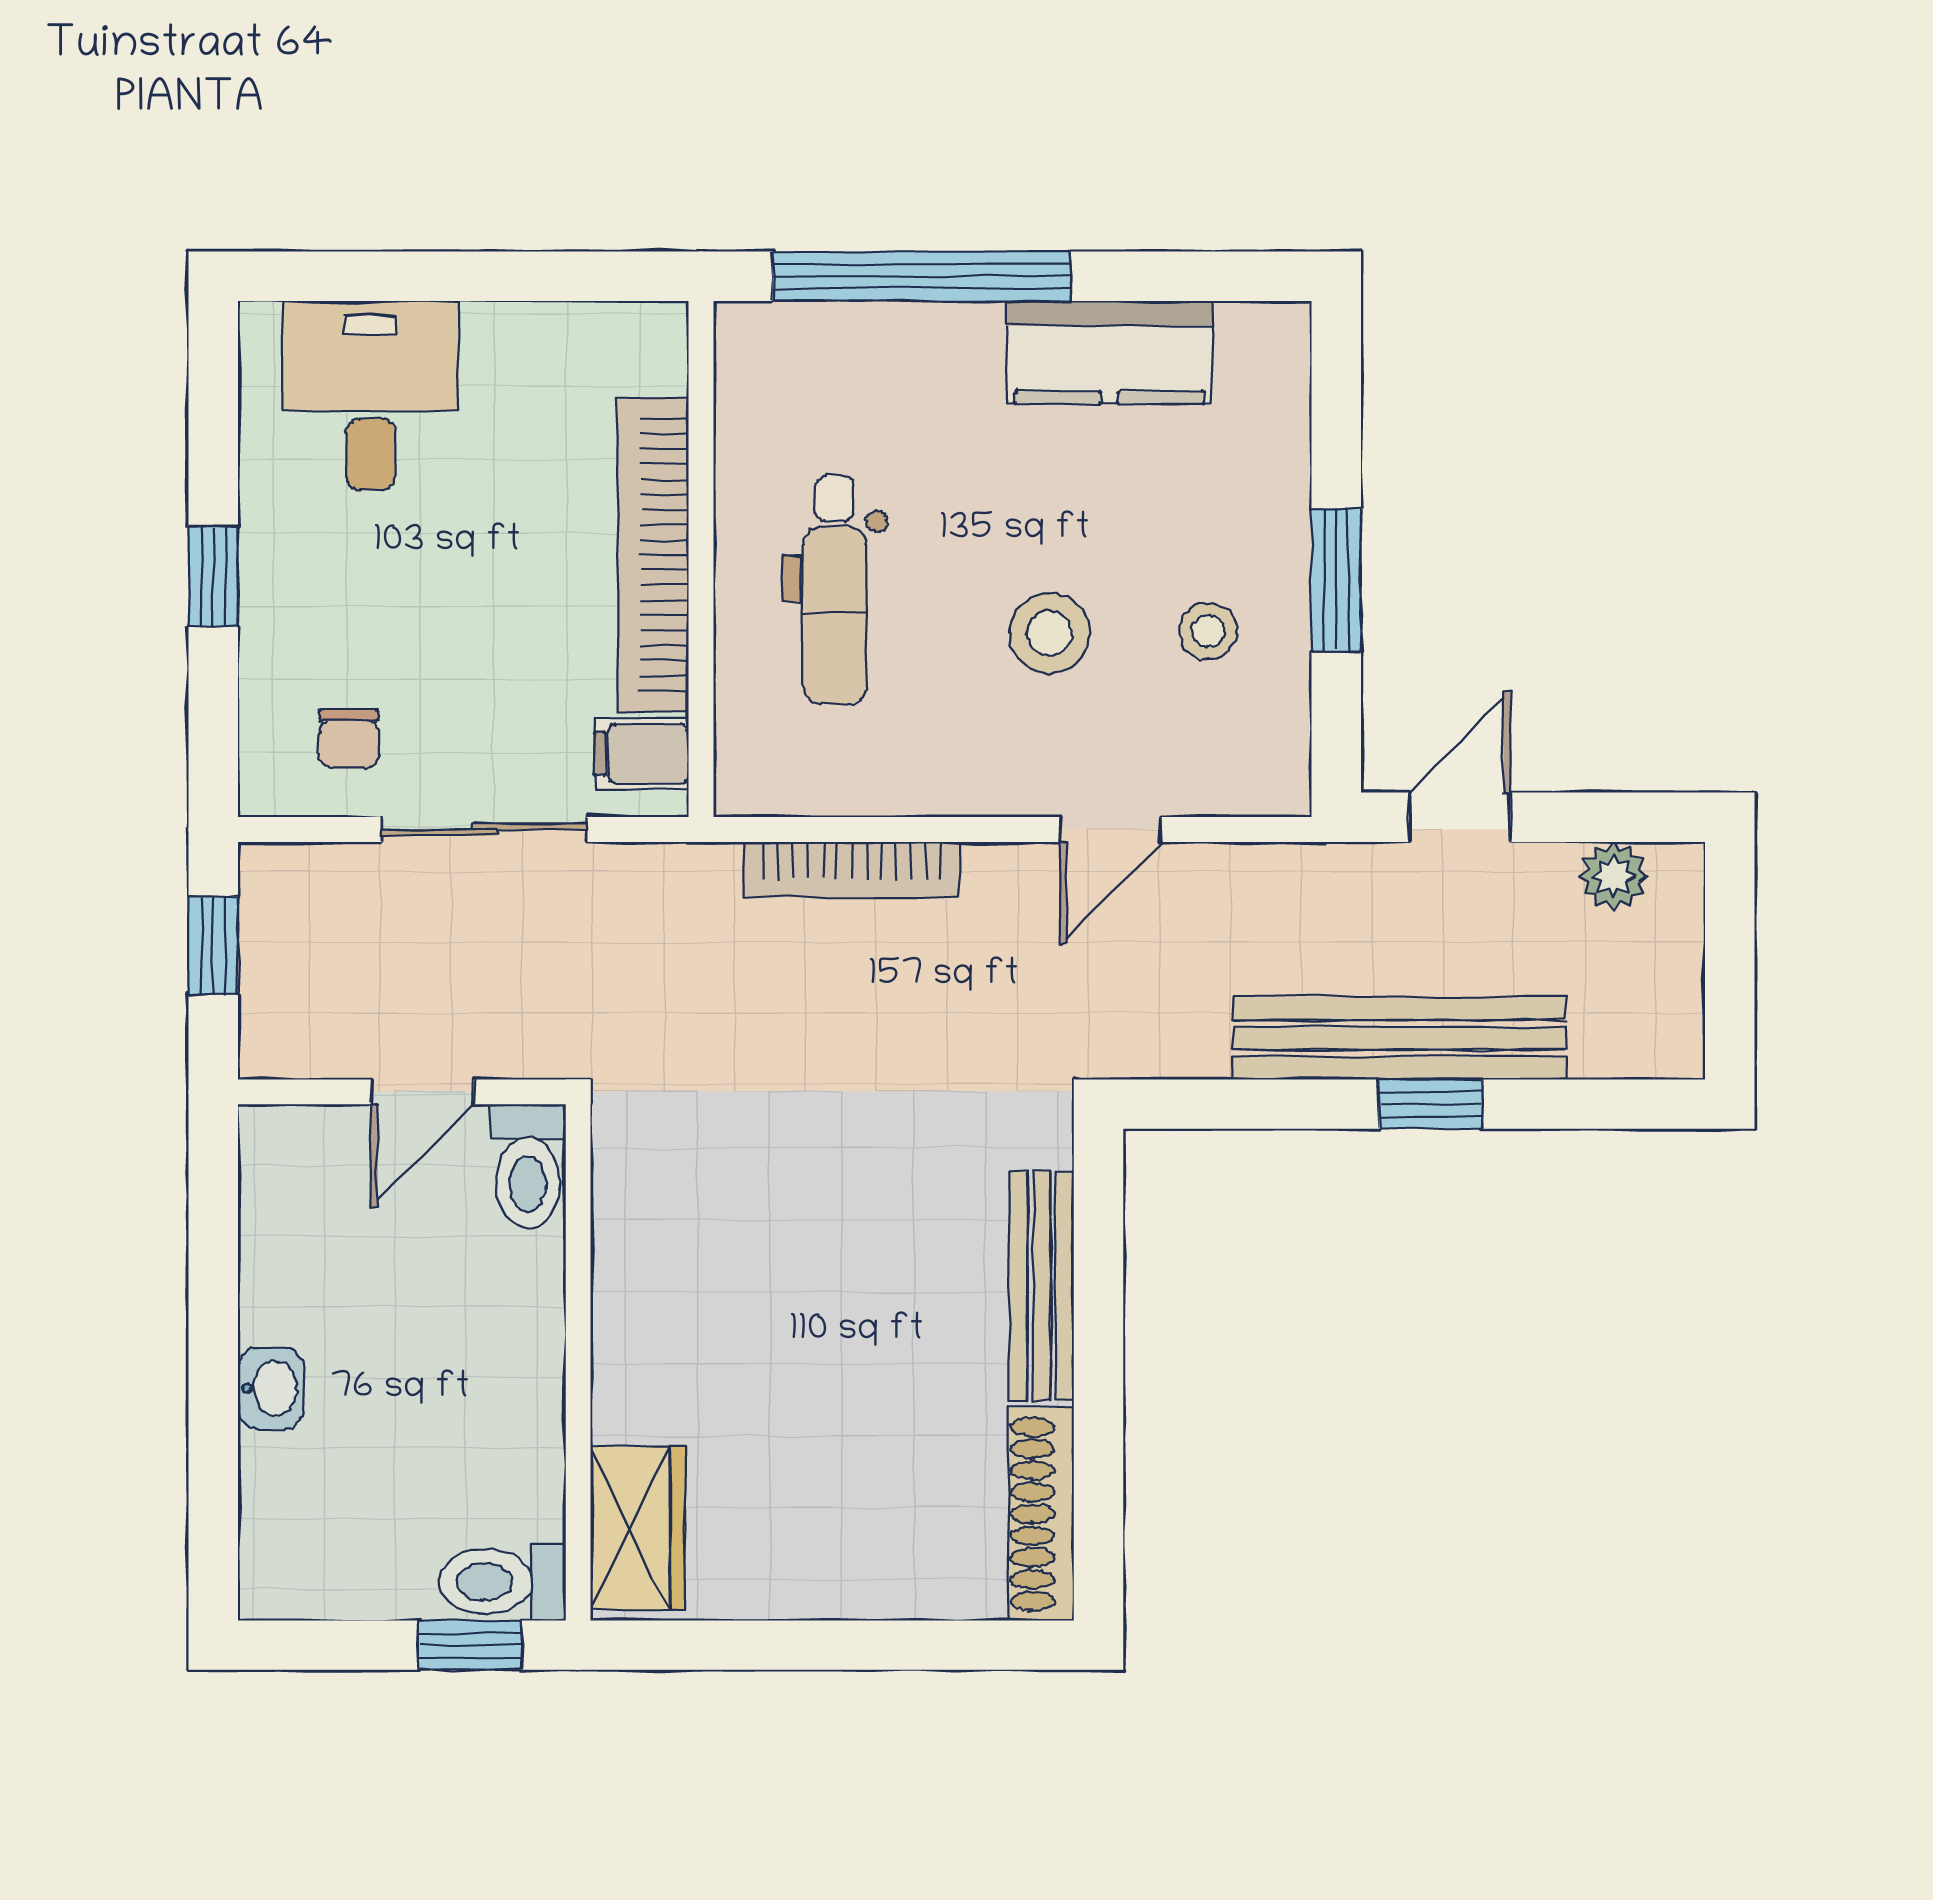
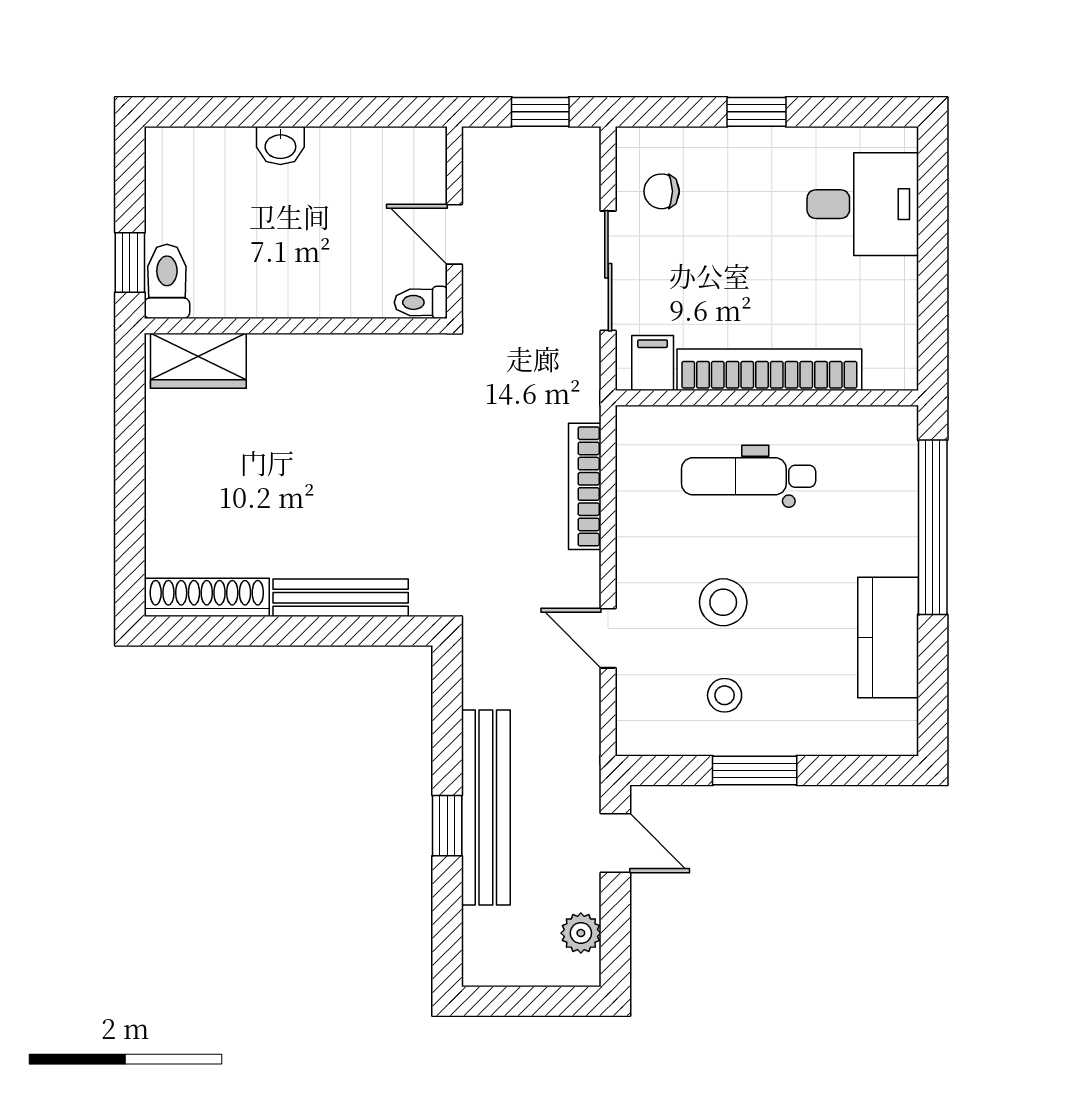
toilet: (528, 1166) -> (421, 302), width x0.73, depth x0.72

